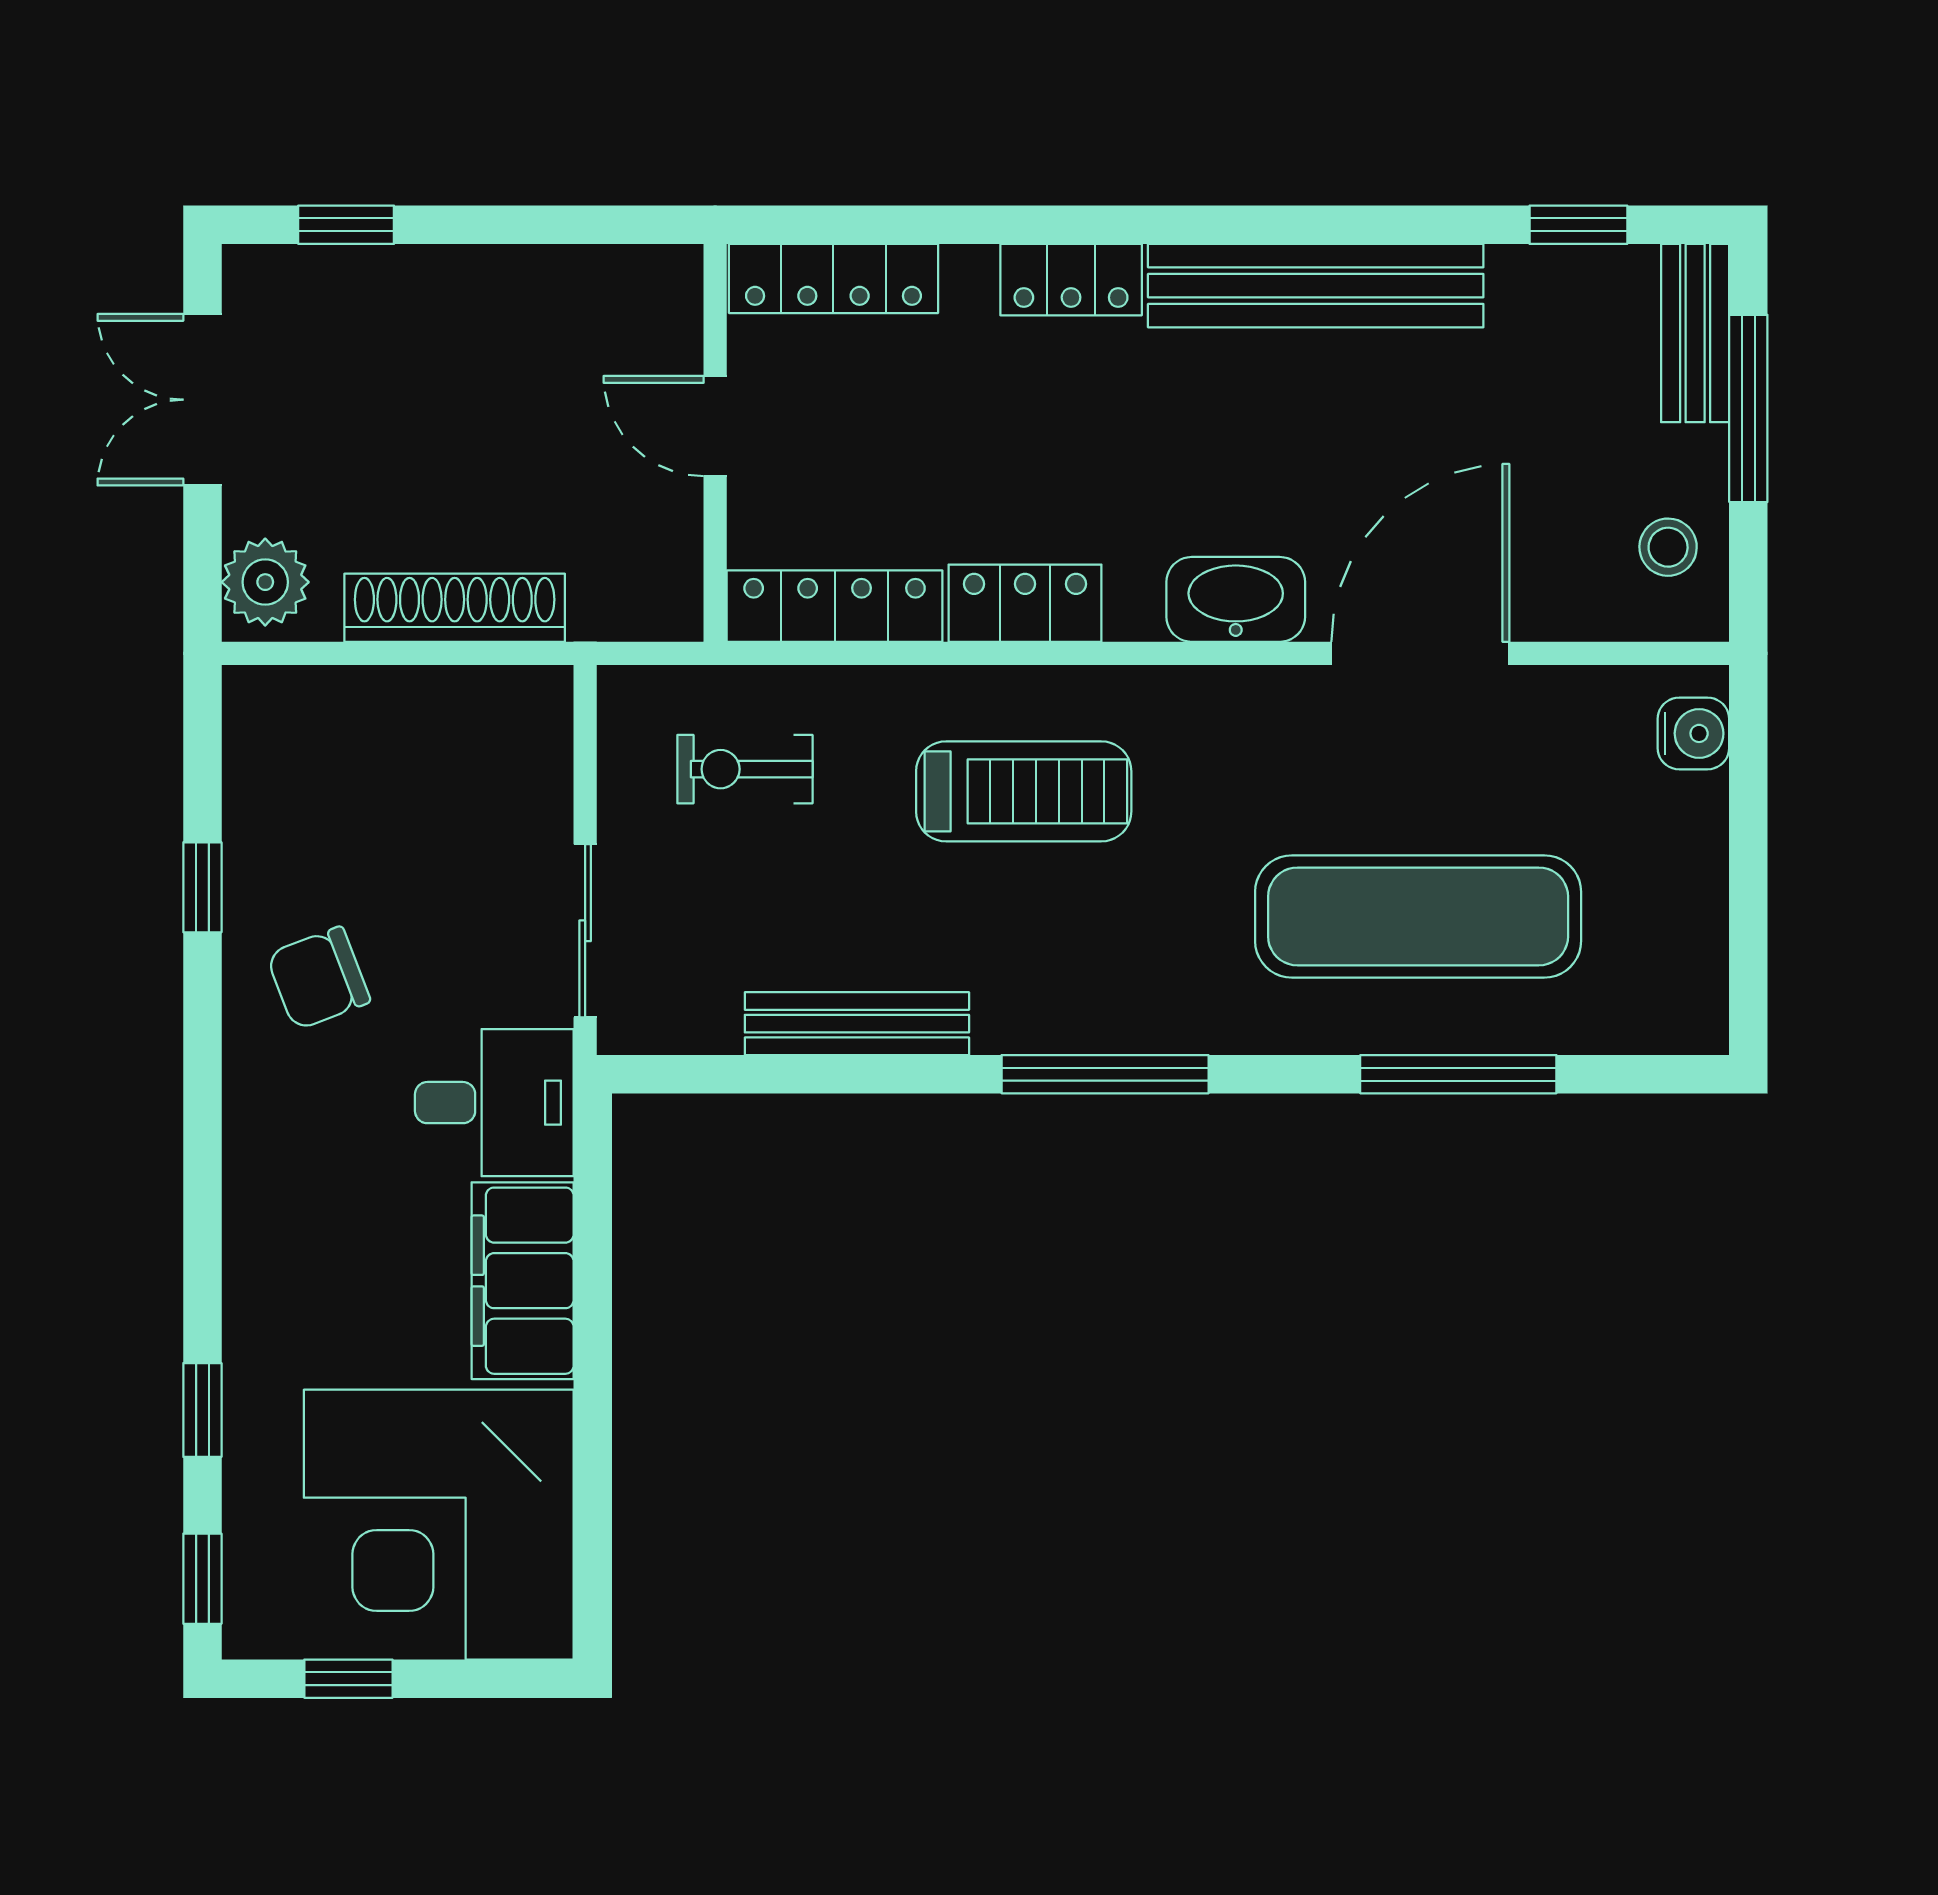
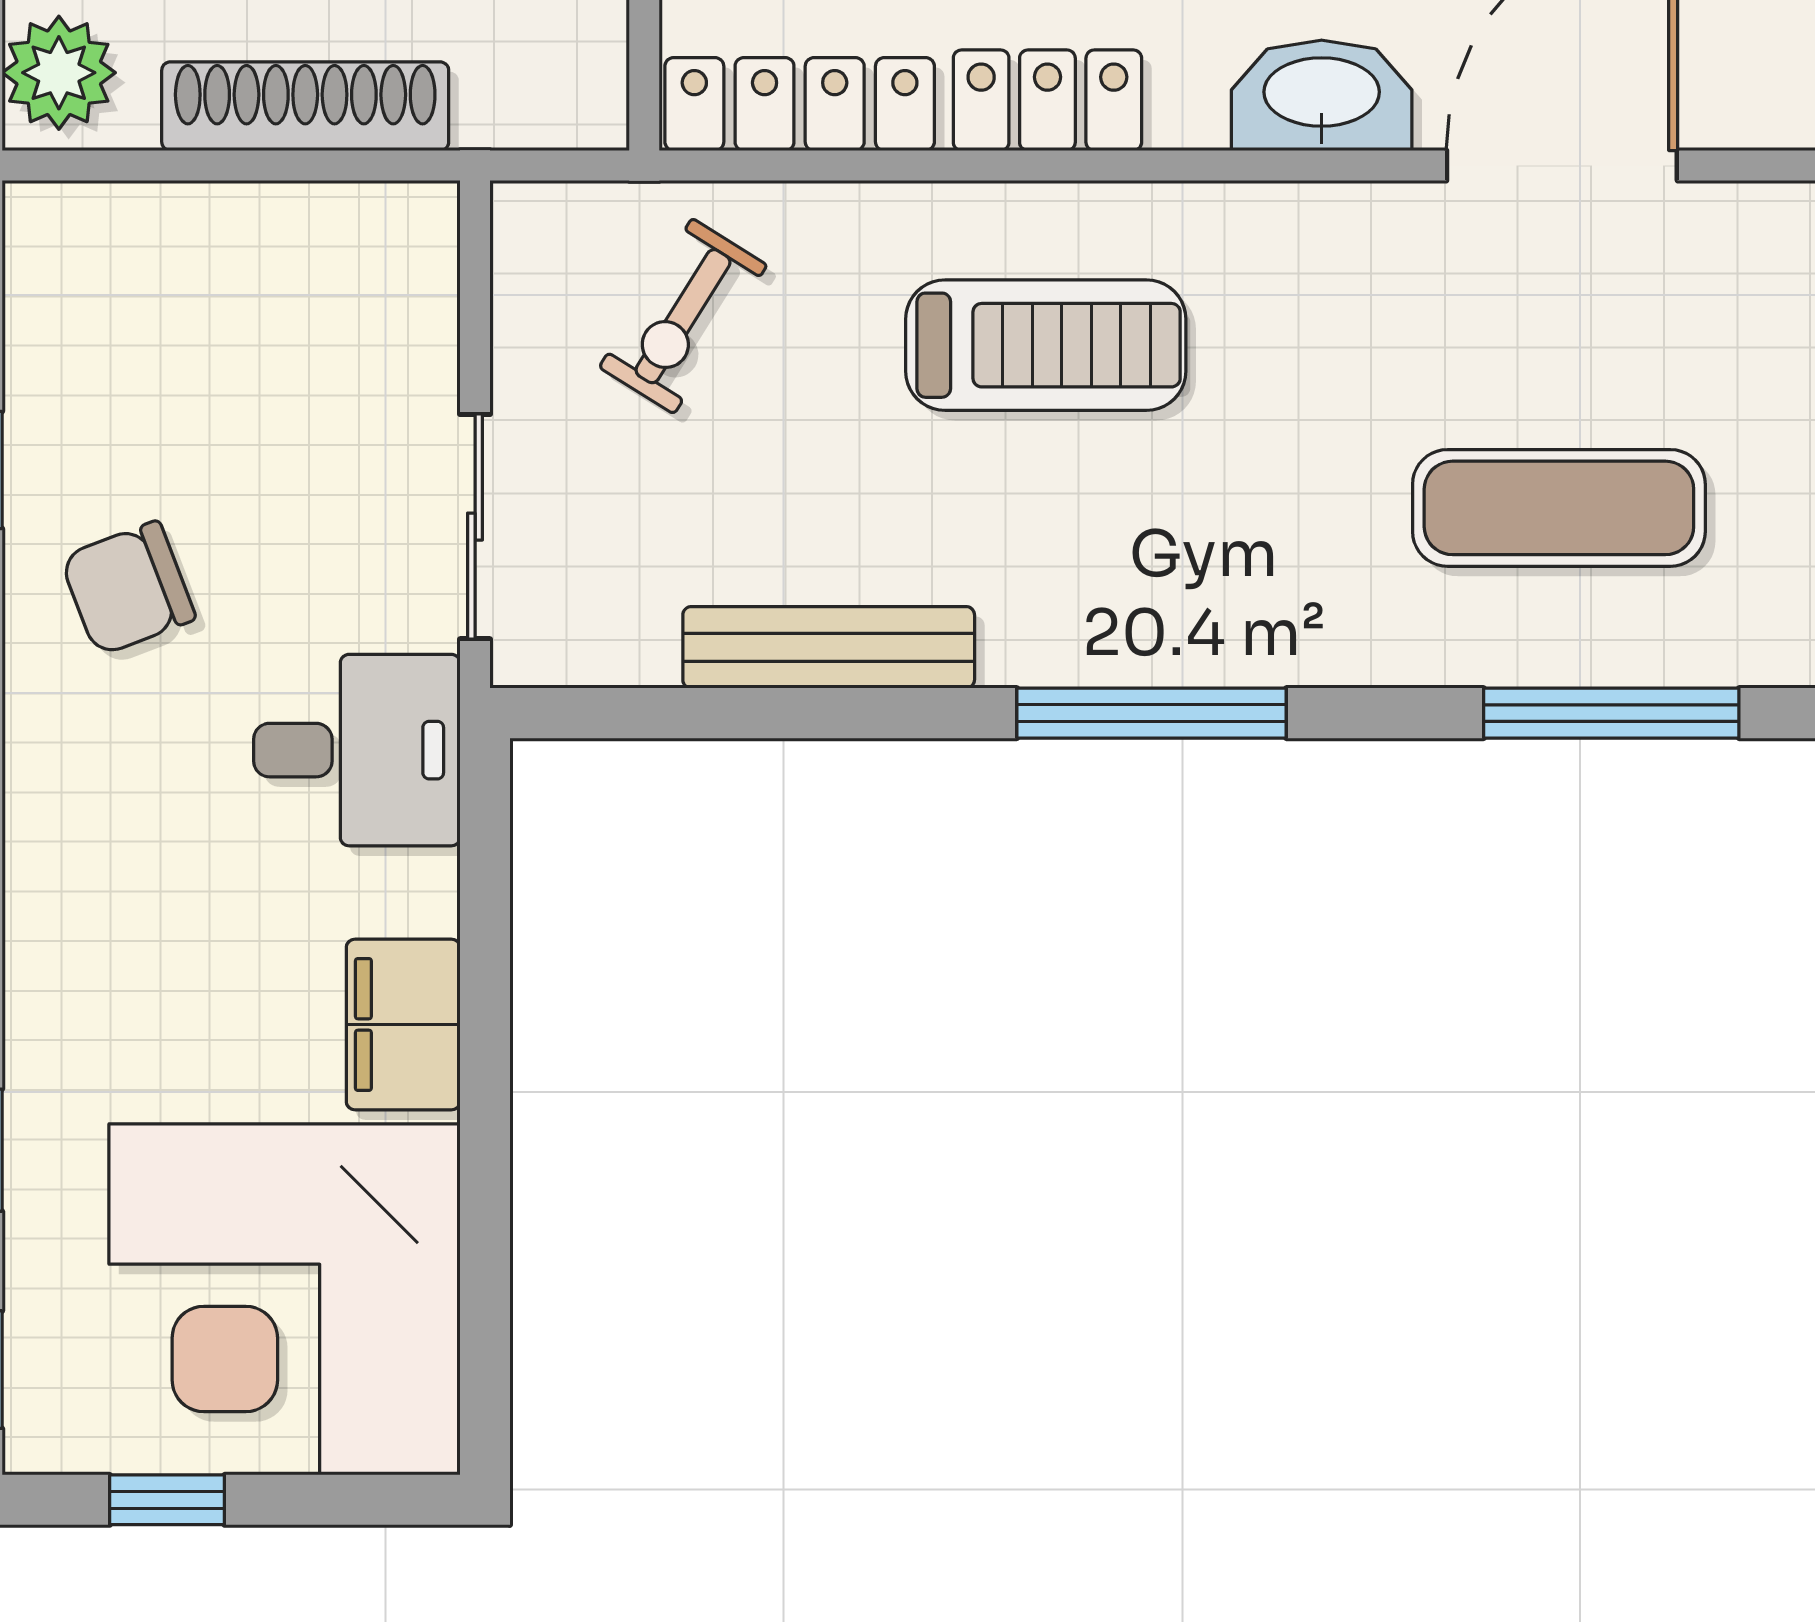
exercise bike: (745, 769) -> (683, 316), turned -58
exercise mat: (1418, 916) -> (1559, 508), width x0.73, depth x0.69
filing cabinet: (523, 1281) -> (403, 1024), width x0.67, depth x0.86

